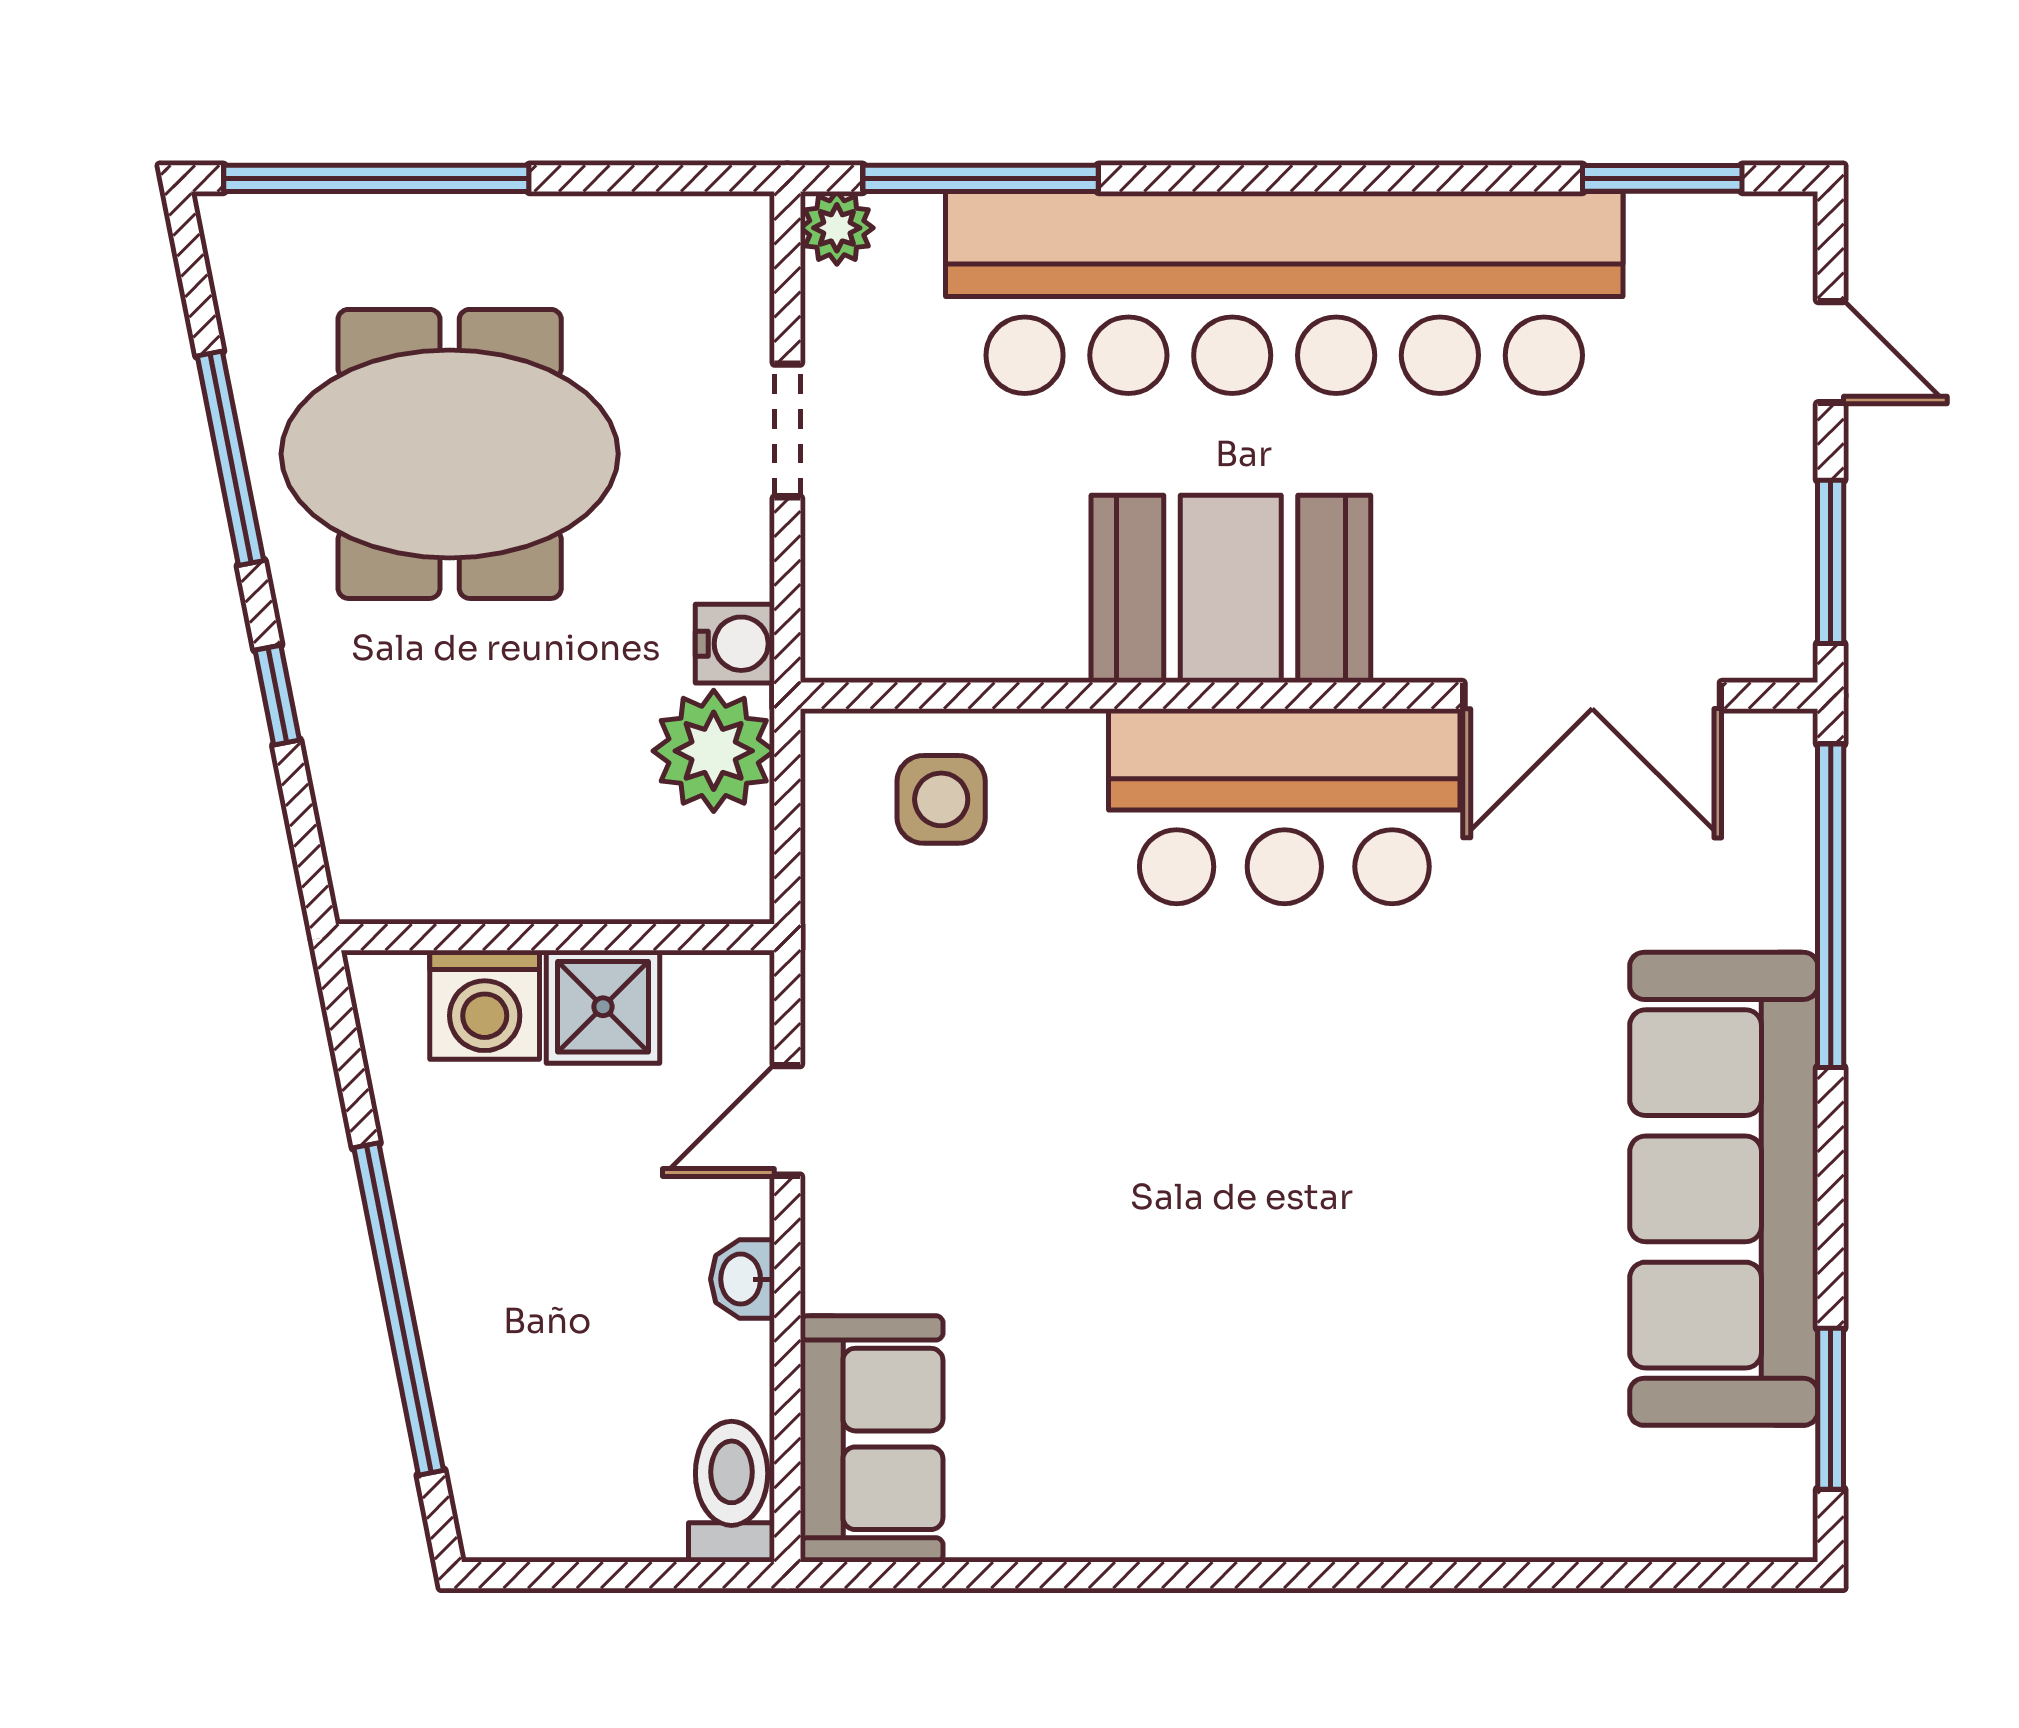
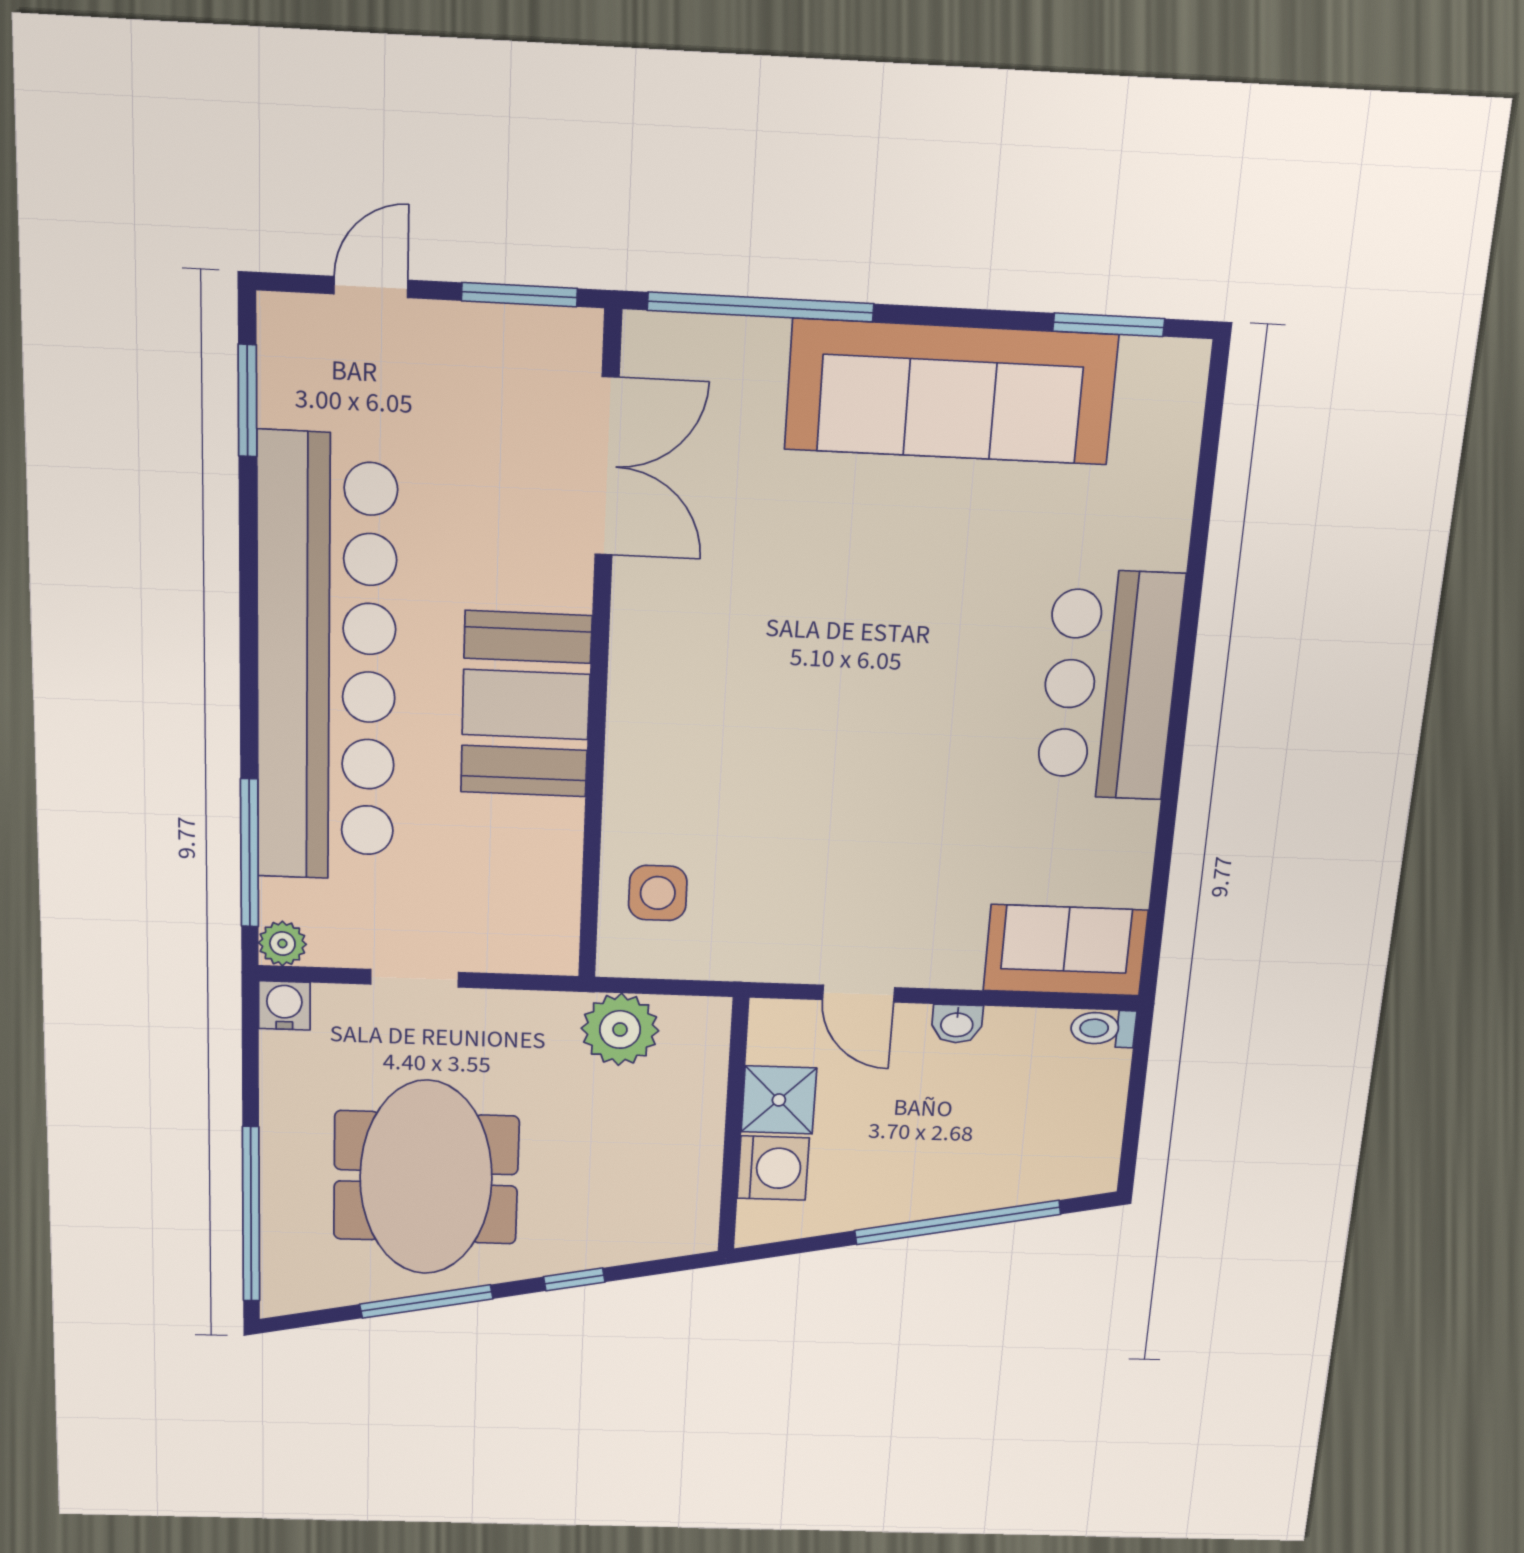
water cooler: (735, 644) -> (284, 1005), moved
bar counter: (1284, 806) -> (1110, 685), moved, turned 180
toilet: (732, 1492) -> (1103, 1028), width x0.73, depth x0.72

